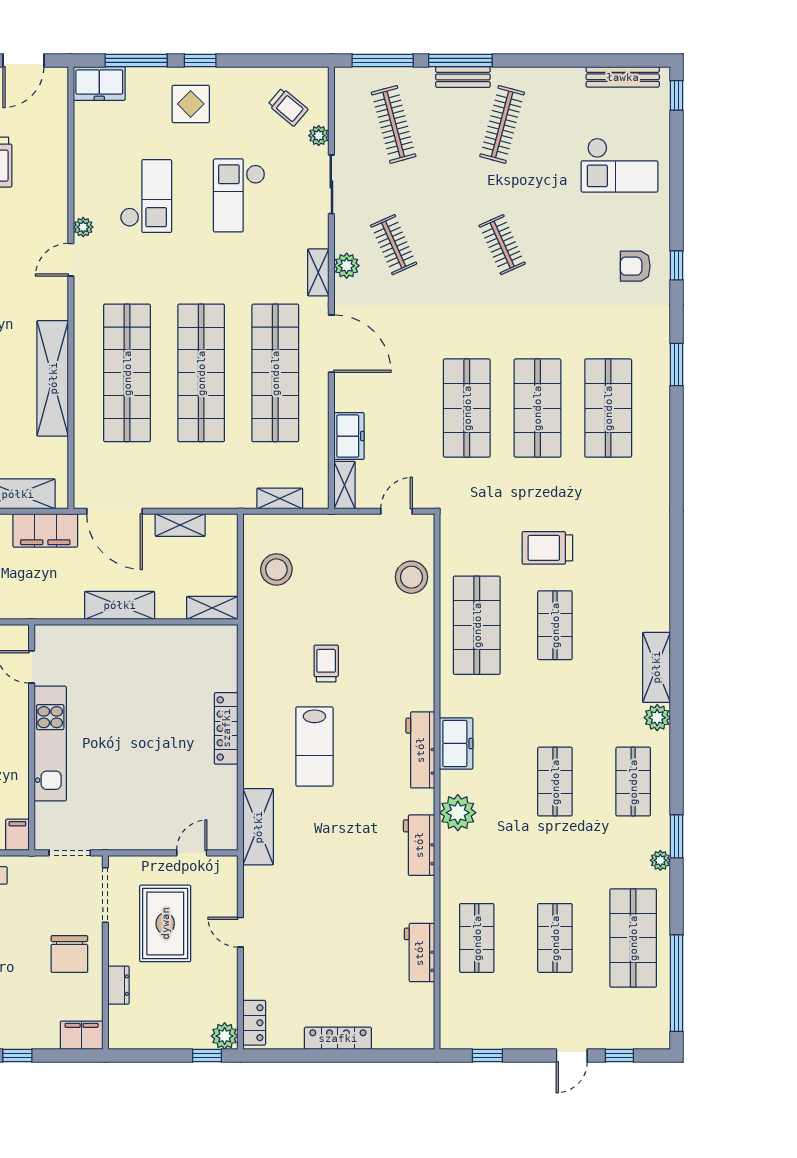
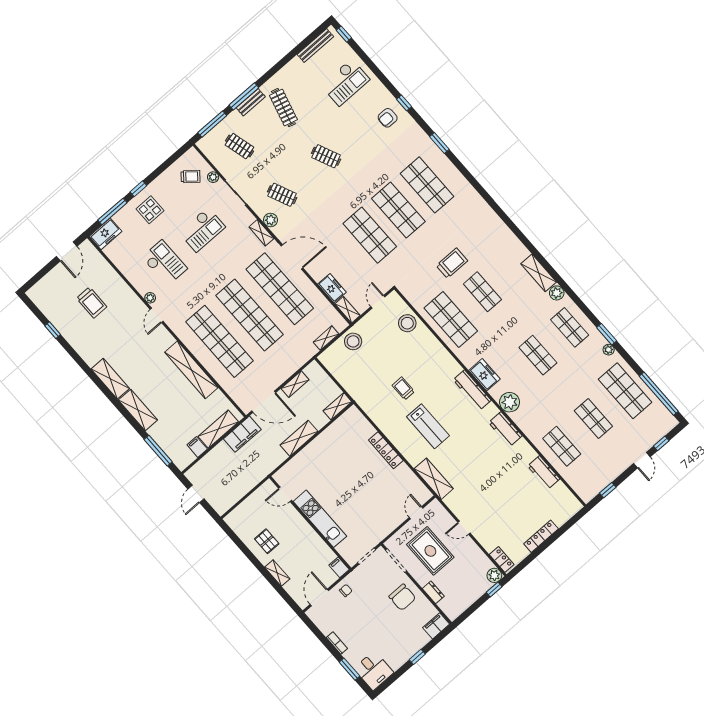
clothes rail: (394, 124) -> (239, 146), width x0.73
checkout: (239, 195) -> (202, 230), turned -90
trolley: (547, 548) -> (452, 263), turned 180
stool: (276, 570) -> (353, 341), moved

